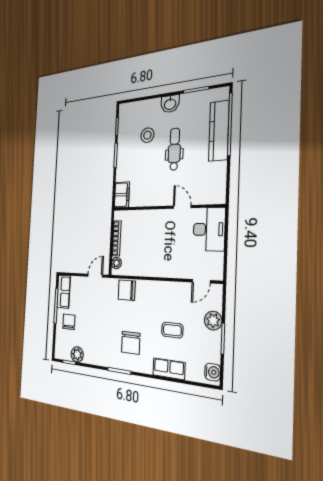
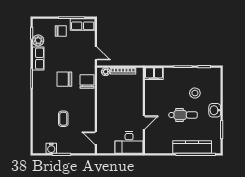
plant: (213, 321) -> (72, 148), removed
chair: (131, 343) -> (64, 79), moved
row of seats: (169, 369) -> (38, 59), moved
water cooler: (213, 372) -> (51, 148), moved

